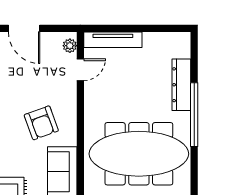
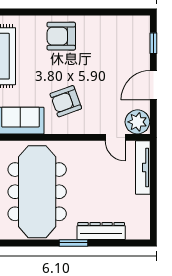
plant: (70, 46) -> (137, 122), width x1.88, depth x1.88
window: (194, 115) -> (73, 243), width x0.47

